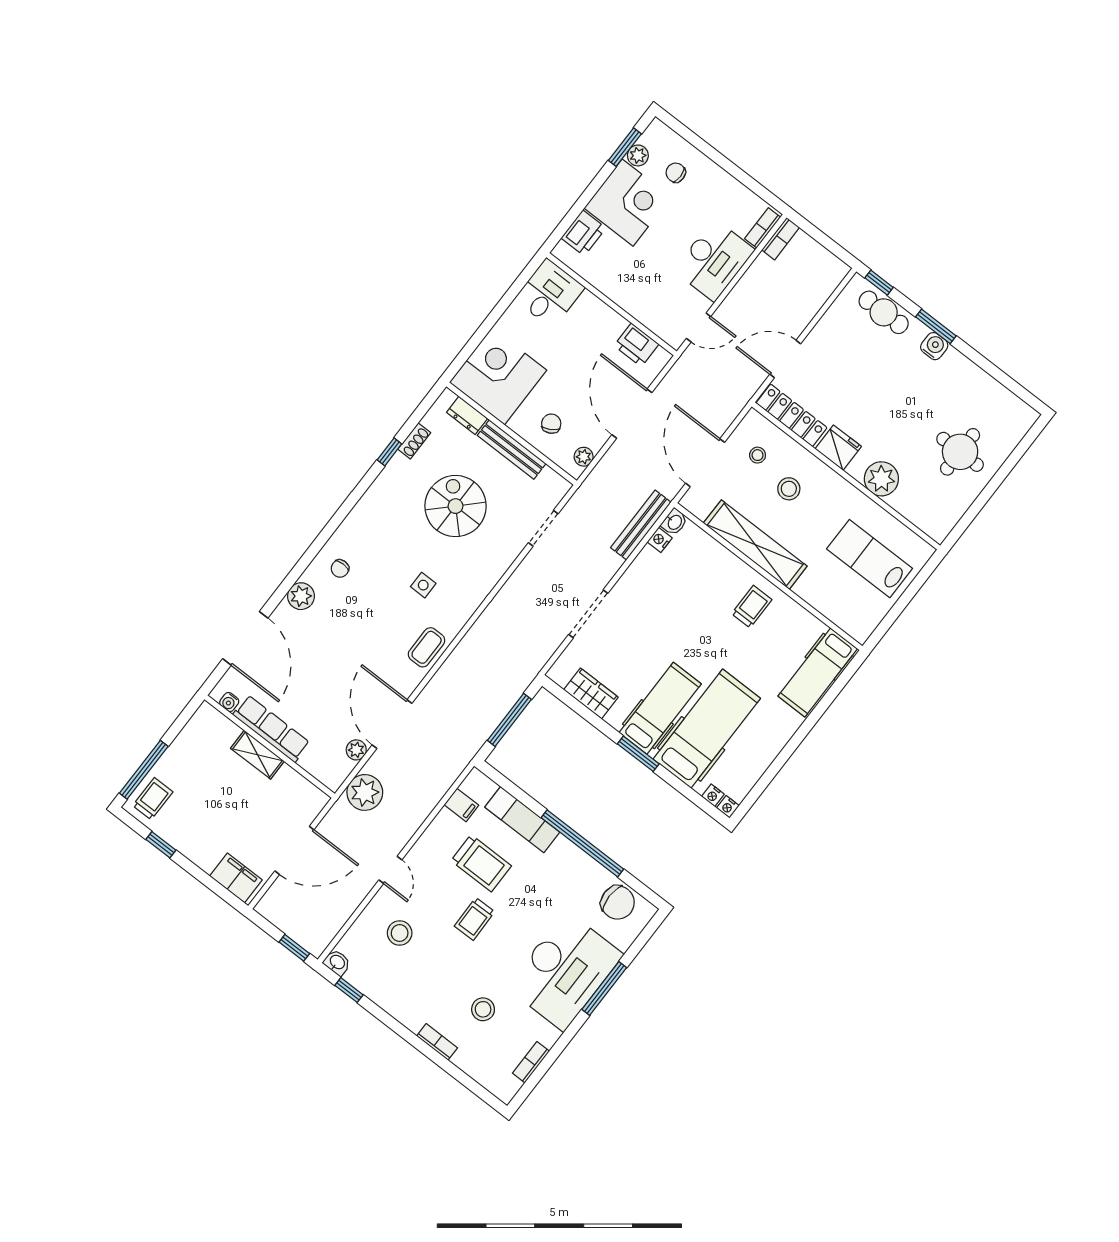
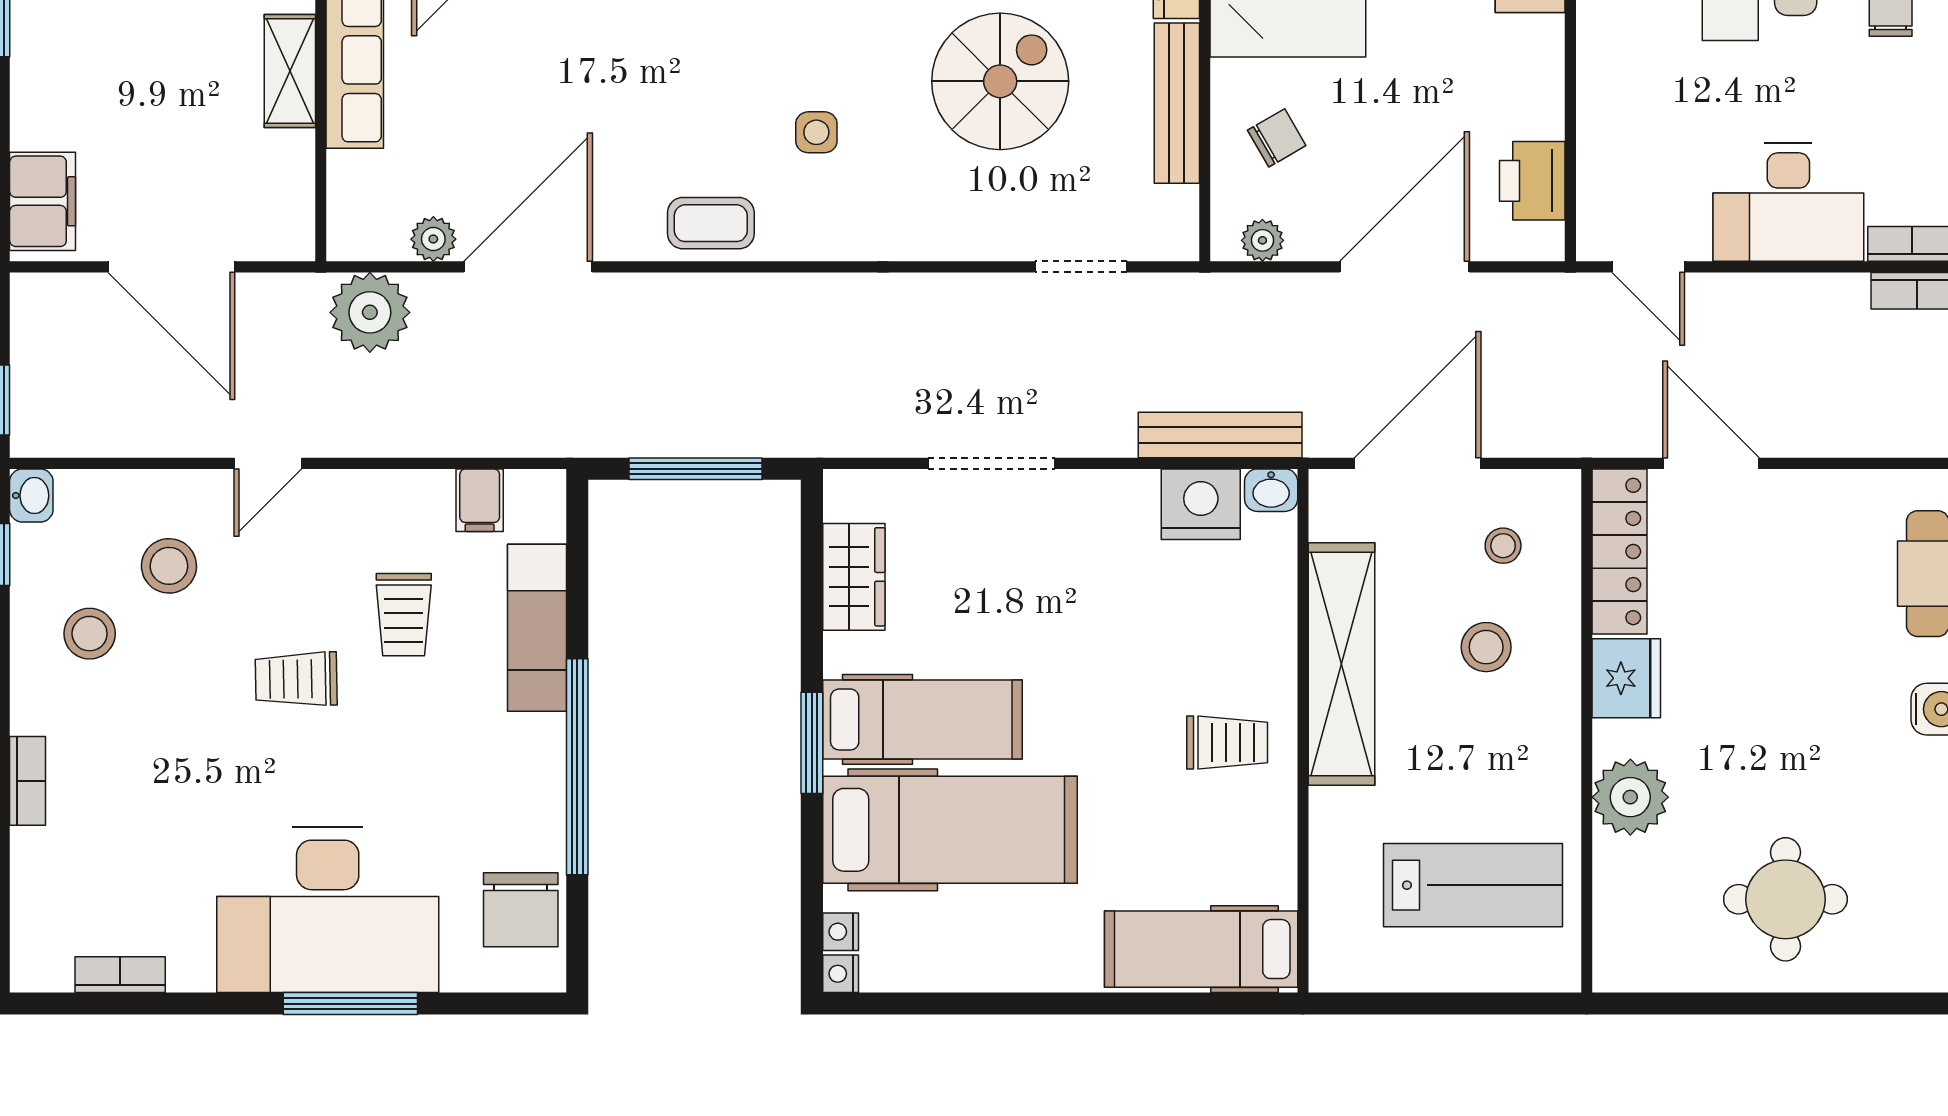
nightstand: (660, 540) -> (1201, 504), width x1.89, depth x1.79
lab bench: (870, 559) -> (1473, 885), turned 90
trolley: (481, 863) -> (404, 615), width x0.73, depth x0.72
stool: (483, 1009) -> (90, 634), moved

